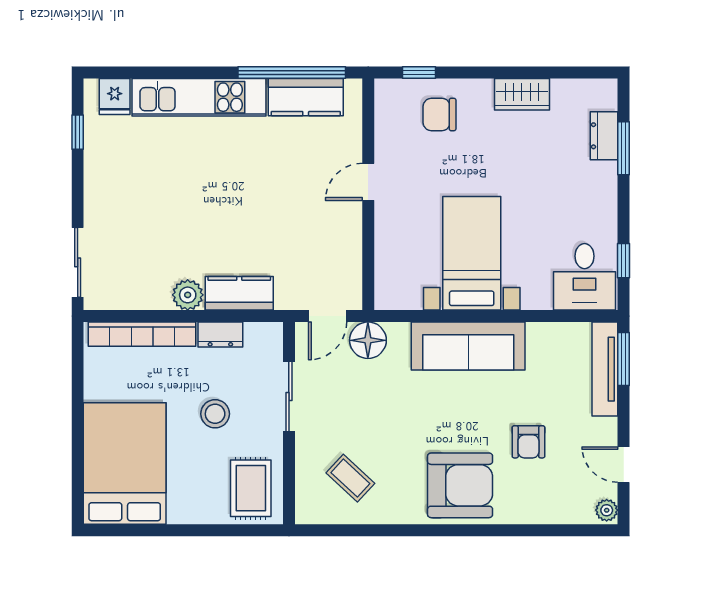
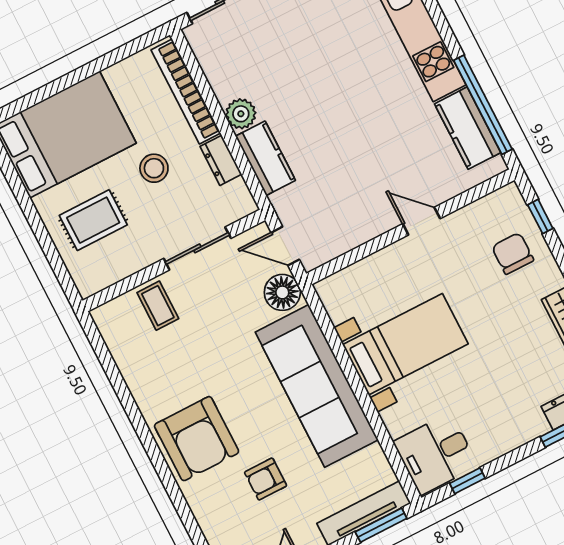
sofa: (468, 346) -> (317, 386), width x1.36, depth x1.27
stool: (215, 414) -> (154, 168), moved
coffee table: (350, 478) -> (158, 306), moved, turned -43
rug: (251, 488) -> (93, 220), moved

